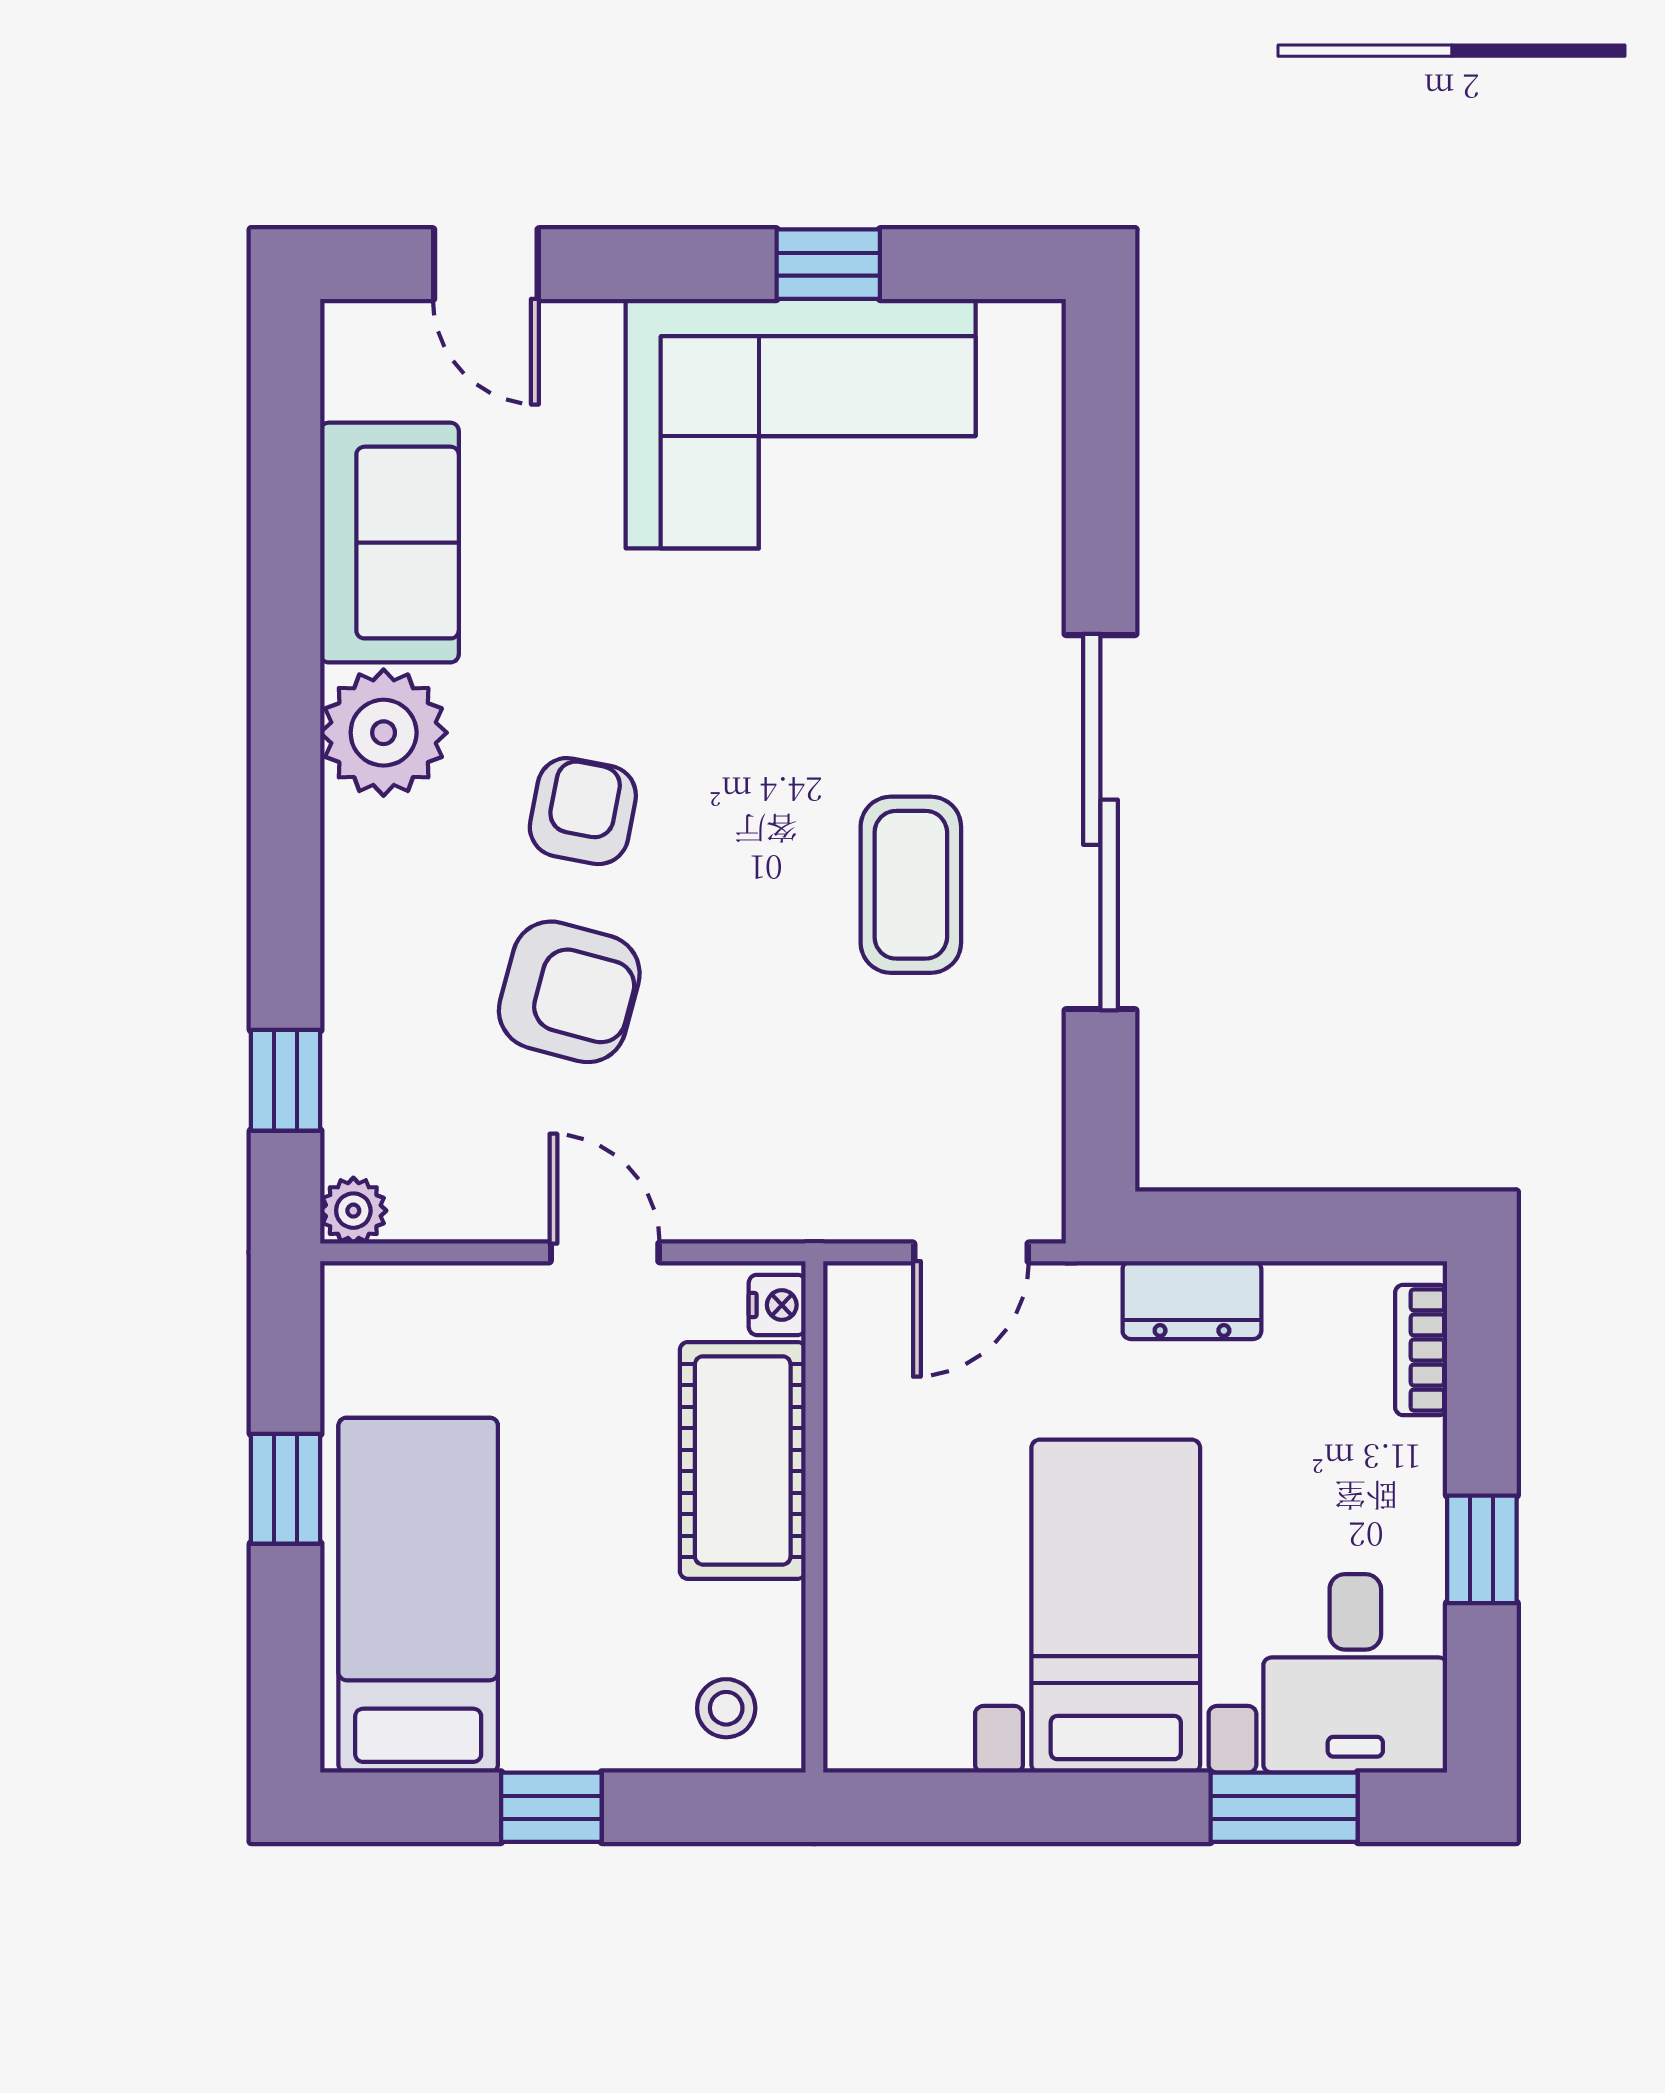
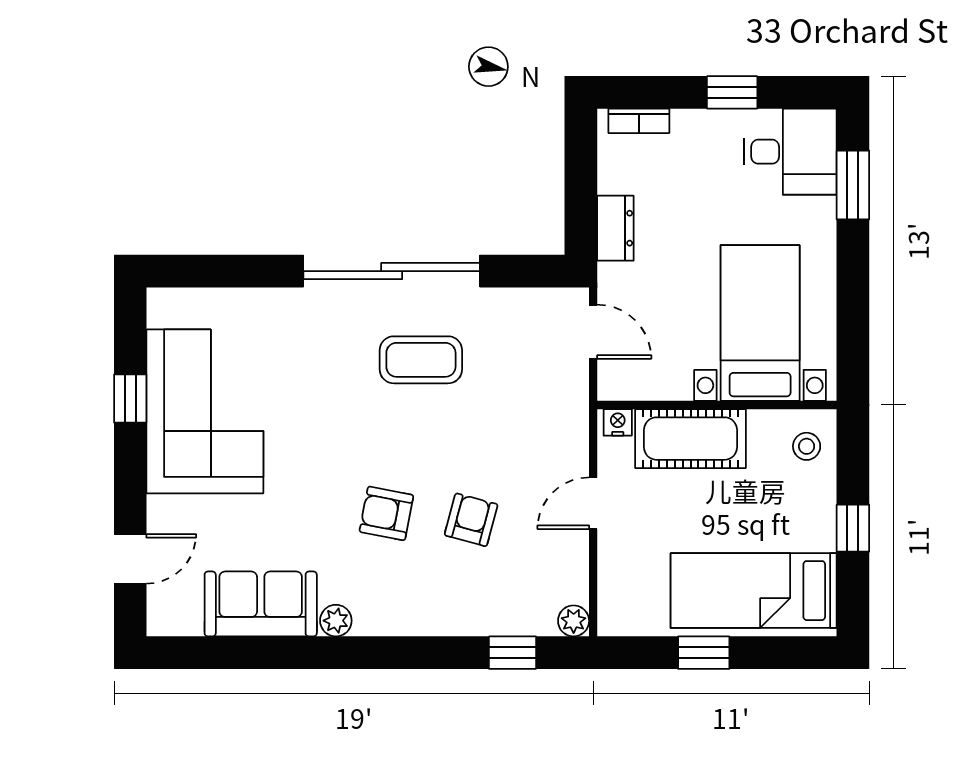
plant: (384, 733) -> (336, 621), width x0.53, depth x0.53
armchair: (569, 992) -> (471, 520), width x0.72, depth x0.72
bed with nightstands: (1116, 1606) -> (760, 323), moved, turned 90

